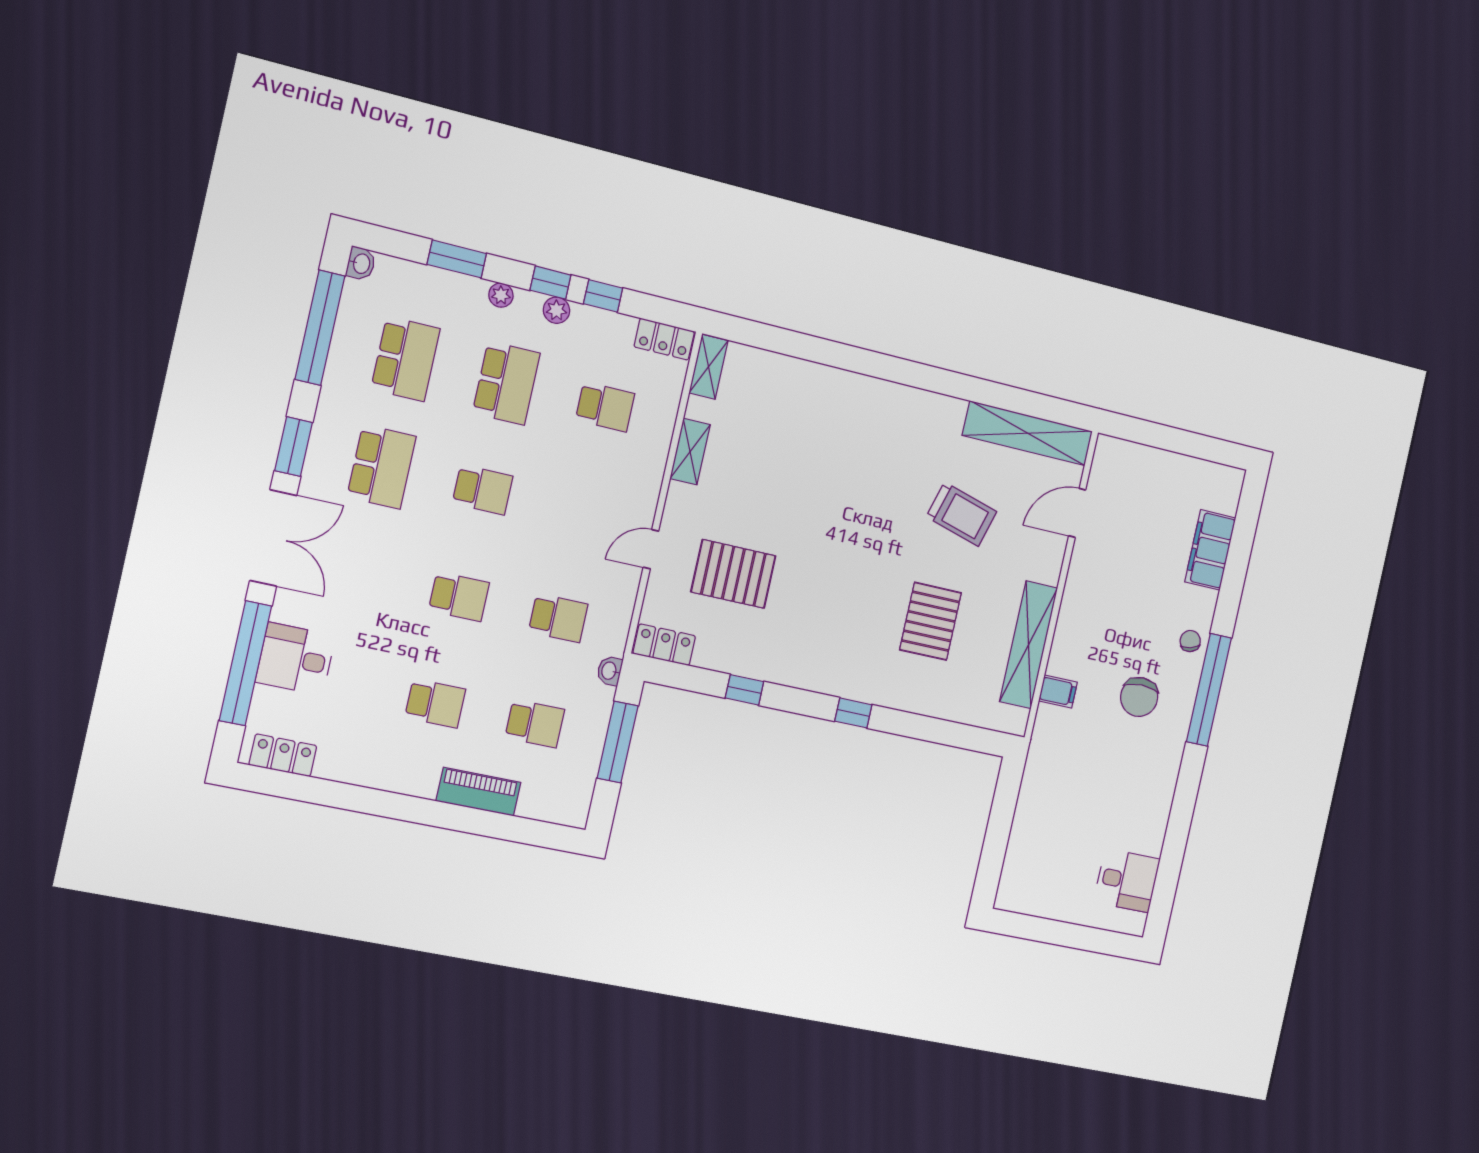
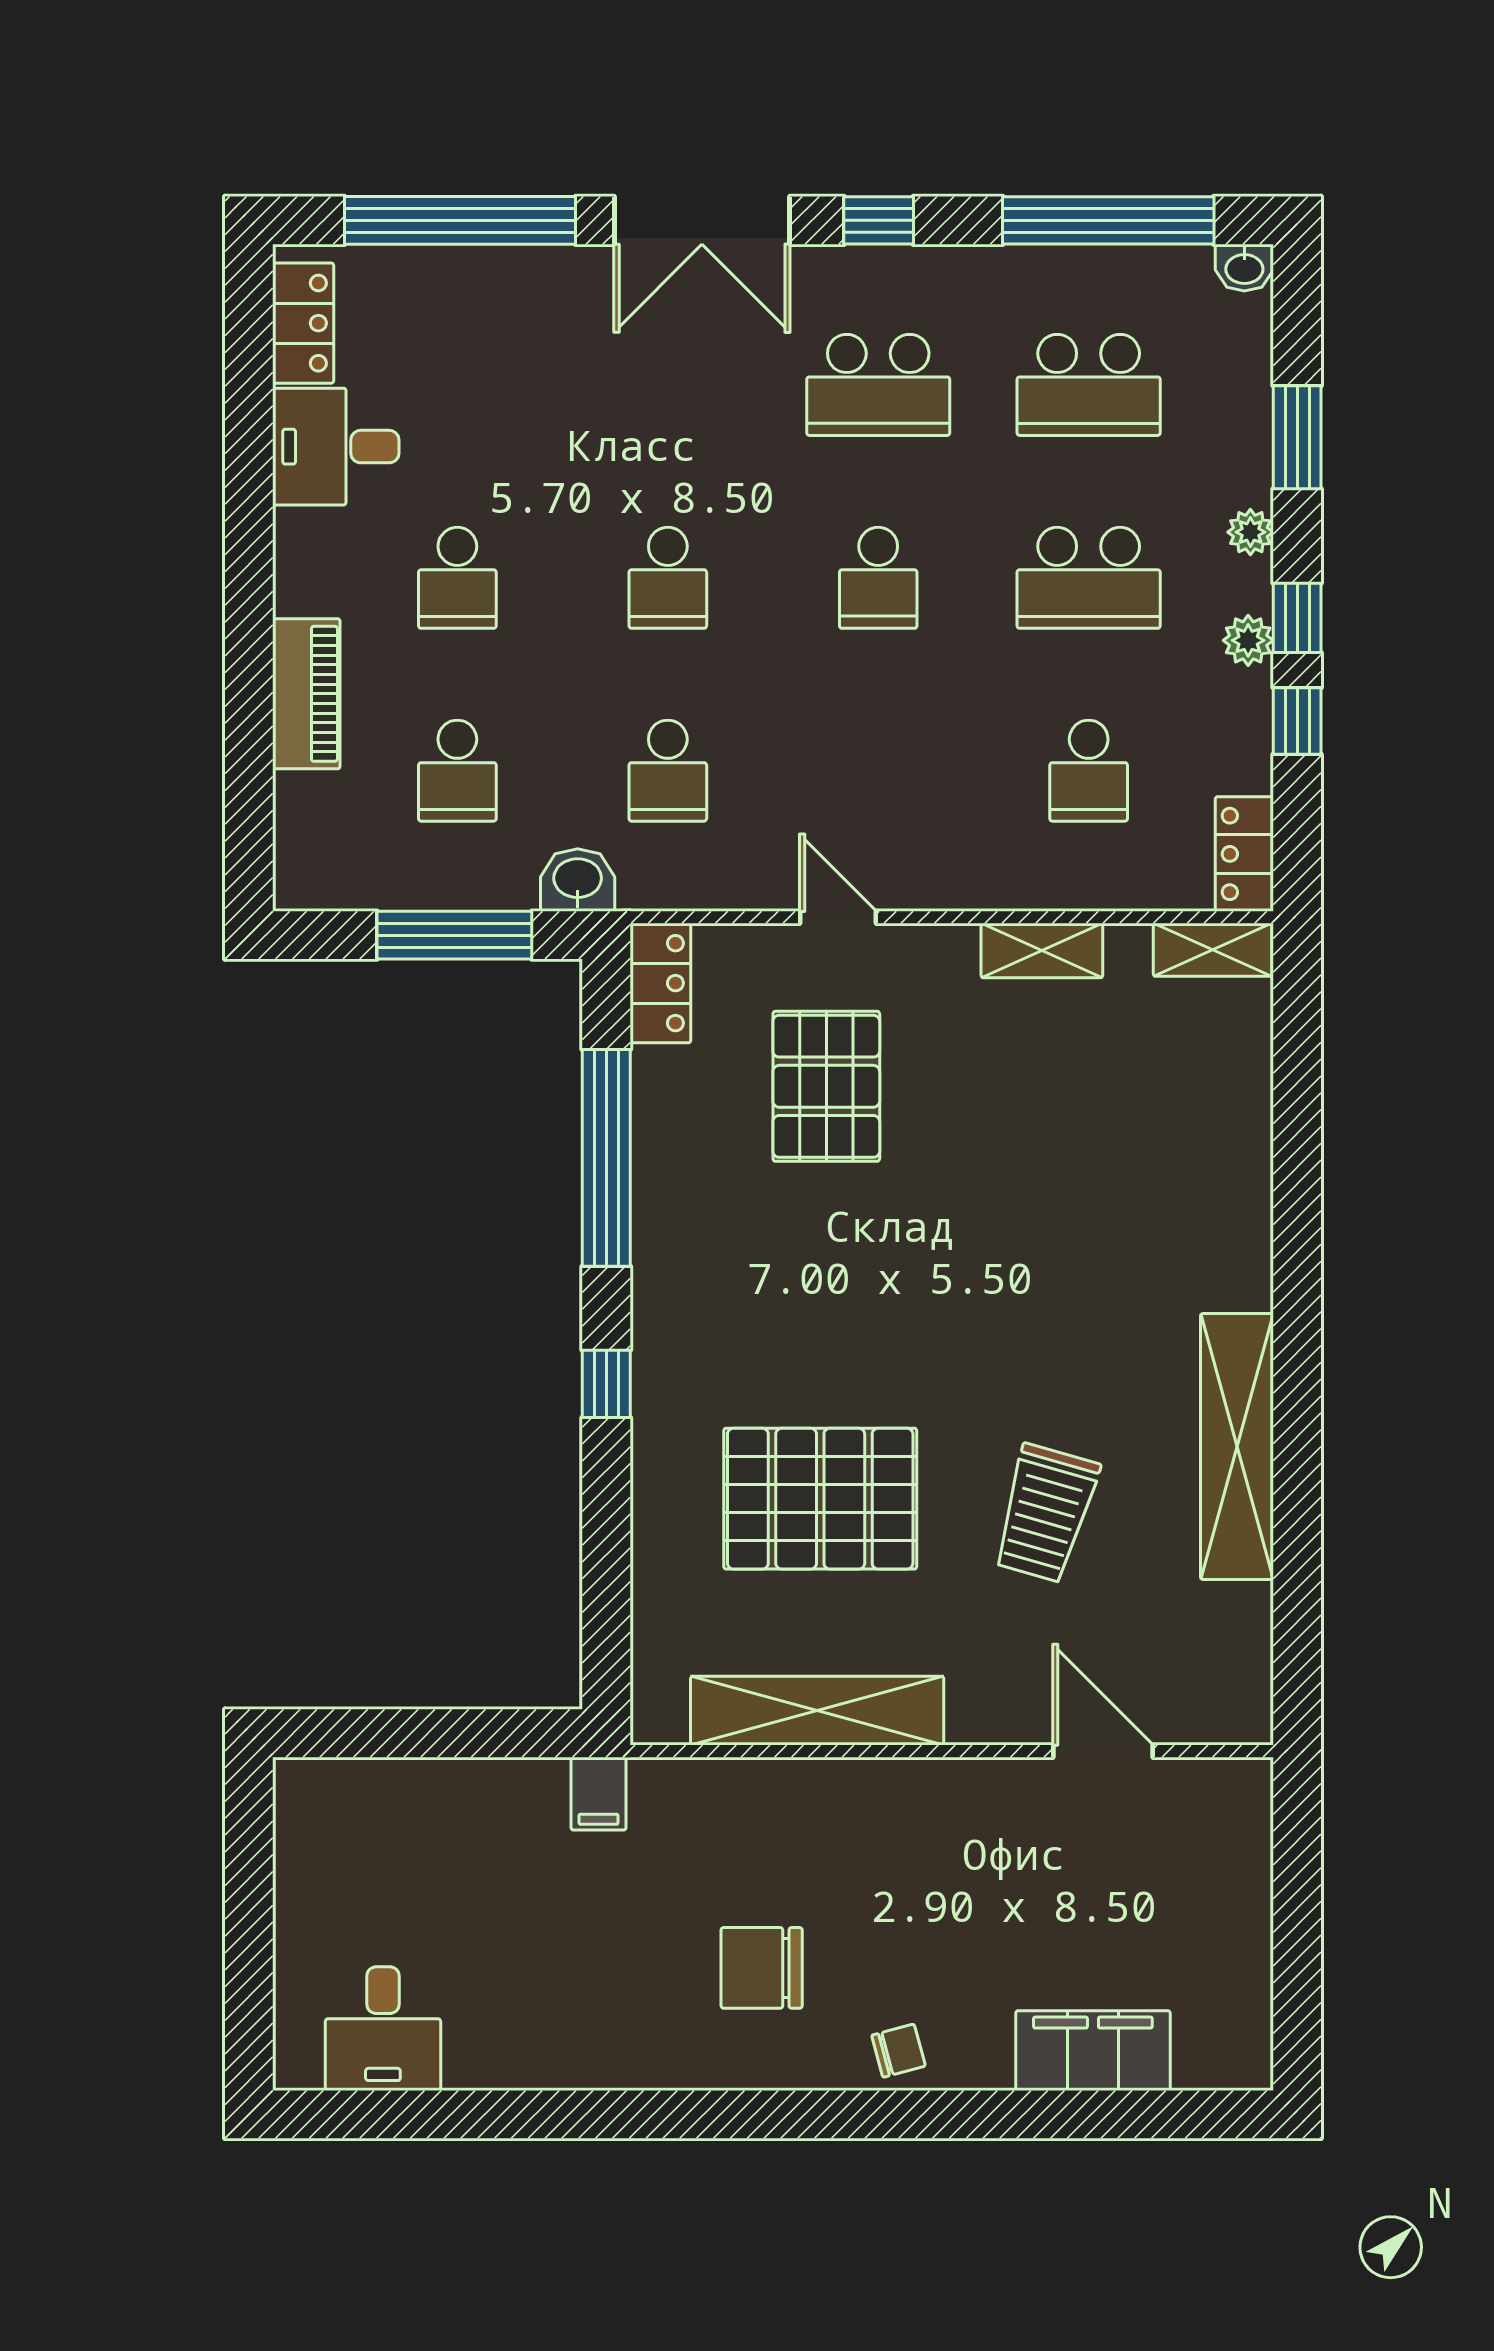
shelving: (1028, 433) -> (1237, 1447), moved
window: (294, 447) -> (879, 220), width x0.67
pallet: (931, 621) -> (820, 1499), width x1.37, depth x1.41
desk: (295, 659) -> (336, 447), moved, turned -90
washbasin: (610, 671) -> (578, 880), width x1.38, depth x1.45
window: (744, 690) -> (606, 1158), width x3.17
window: (1209, 690) -> (808, 2114), removed
filing cabinet: (1058, 692) -> (599, 1794), moved

